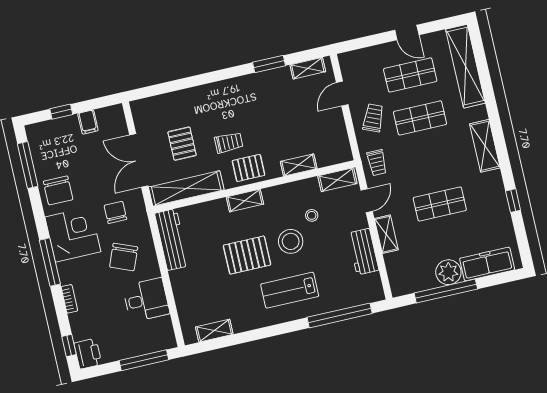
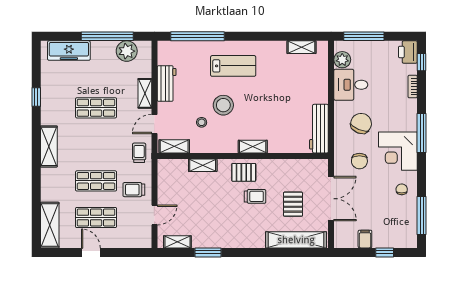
shelving: (465, 66) -> (50, 225), width x0.68
trolley: (373, 118) -> (134, 190), turned 67
trolley: (229, 143) -> (255, 196), turned 180
shelving: (186, 188) -> (296, 240), moved
chair: (58, 190) -> (402, 189), width x0.54, depth x0.54
pallet: (247, 255) -> (261, 102), removed
plant: (448, 272) -> (127, 51), moved
bookcase: (69, 299) -> (413, 87), moved
plant: (163, 327) -> (342, 60), added

